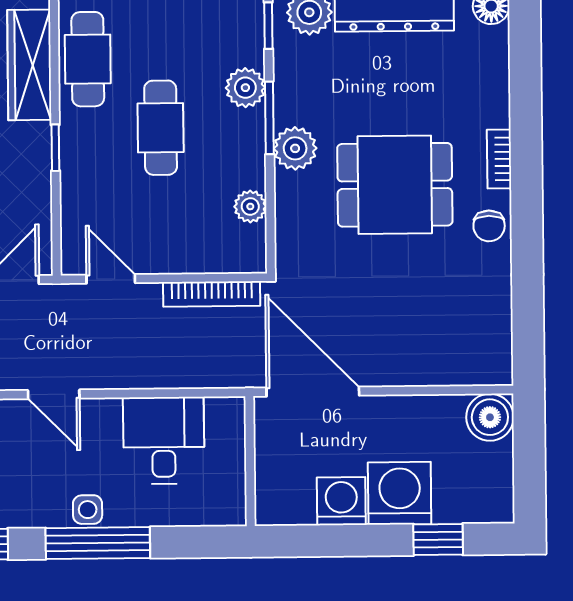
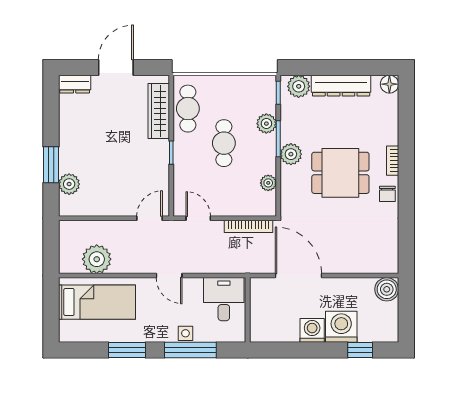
wall: (250, 461) -> (248, 310), moved

